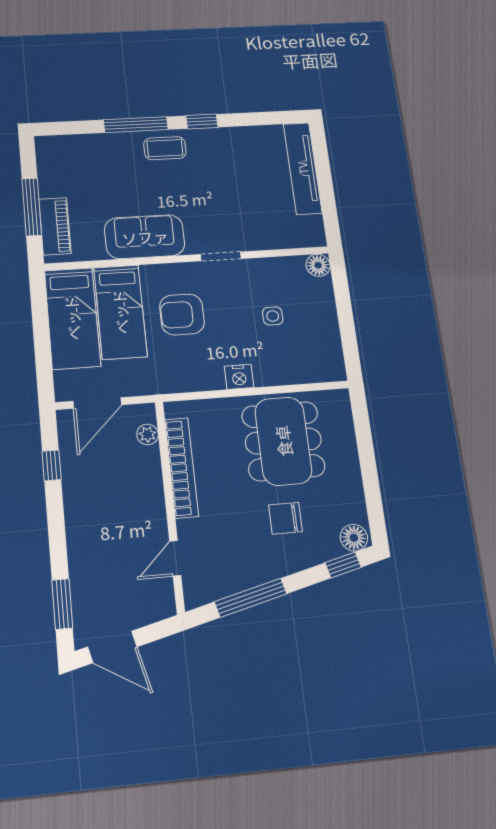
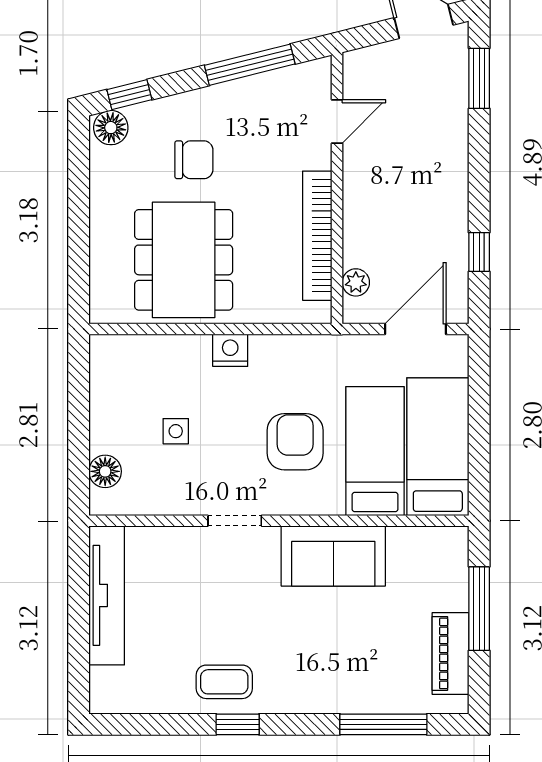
window: (136, 125) -> (383, 724), moved
coffee table: (165, 148) -> (224, 682), moved
tv unit: (303, 168) -> (107, 595), moved
piano: (55, 226) -> (450, 653), moved
floor lamp: (318, 265) -> (105, 471), moved
armchair: (182, 314) -> (295, 442), turned -90

